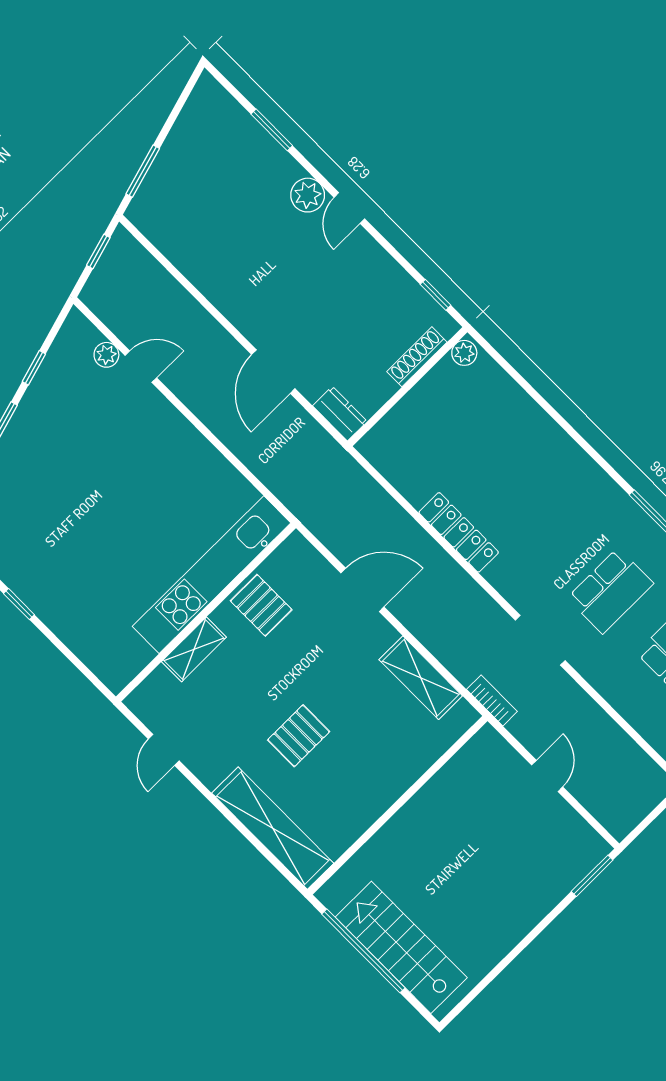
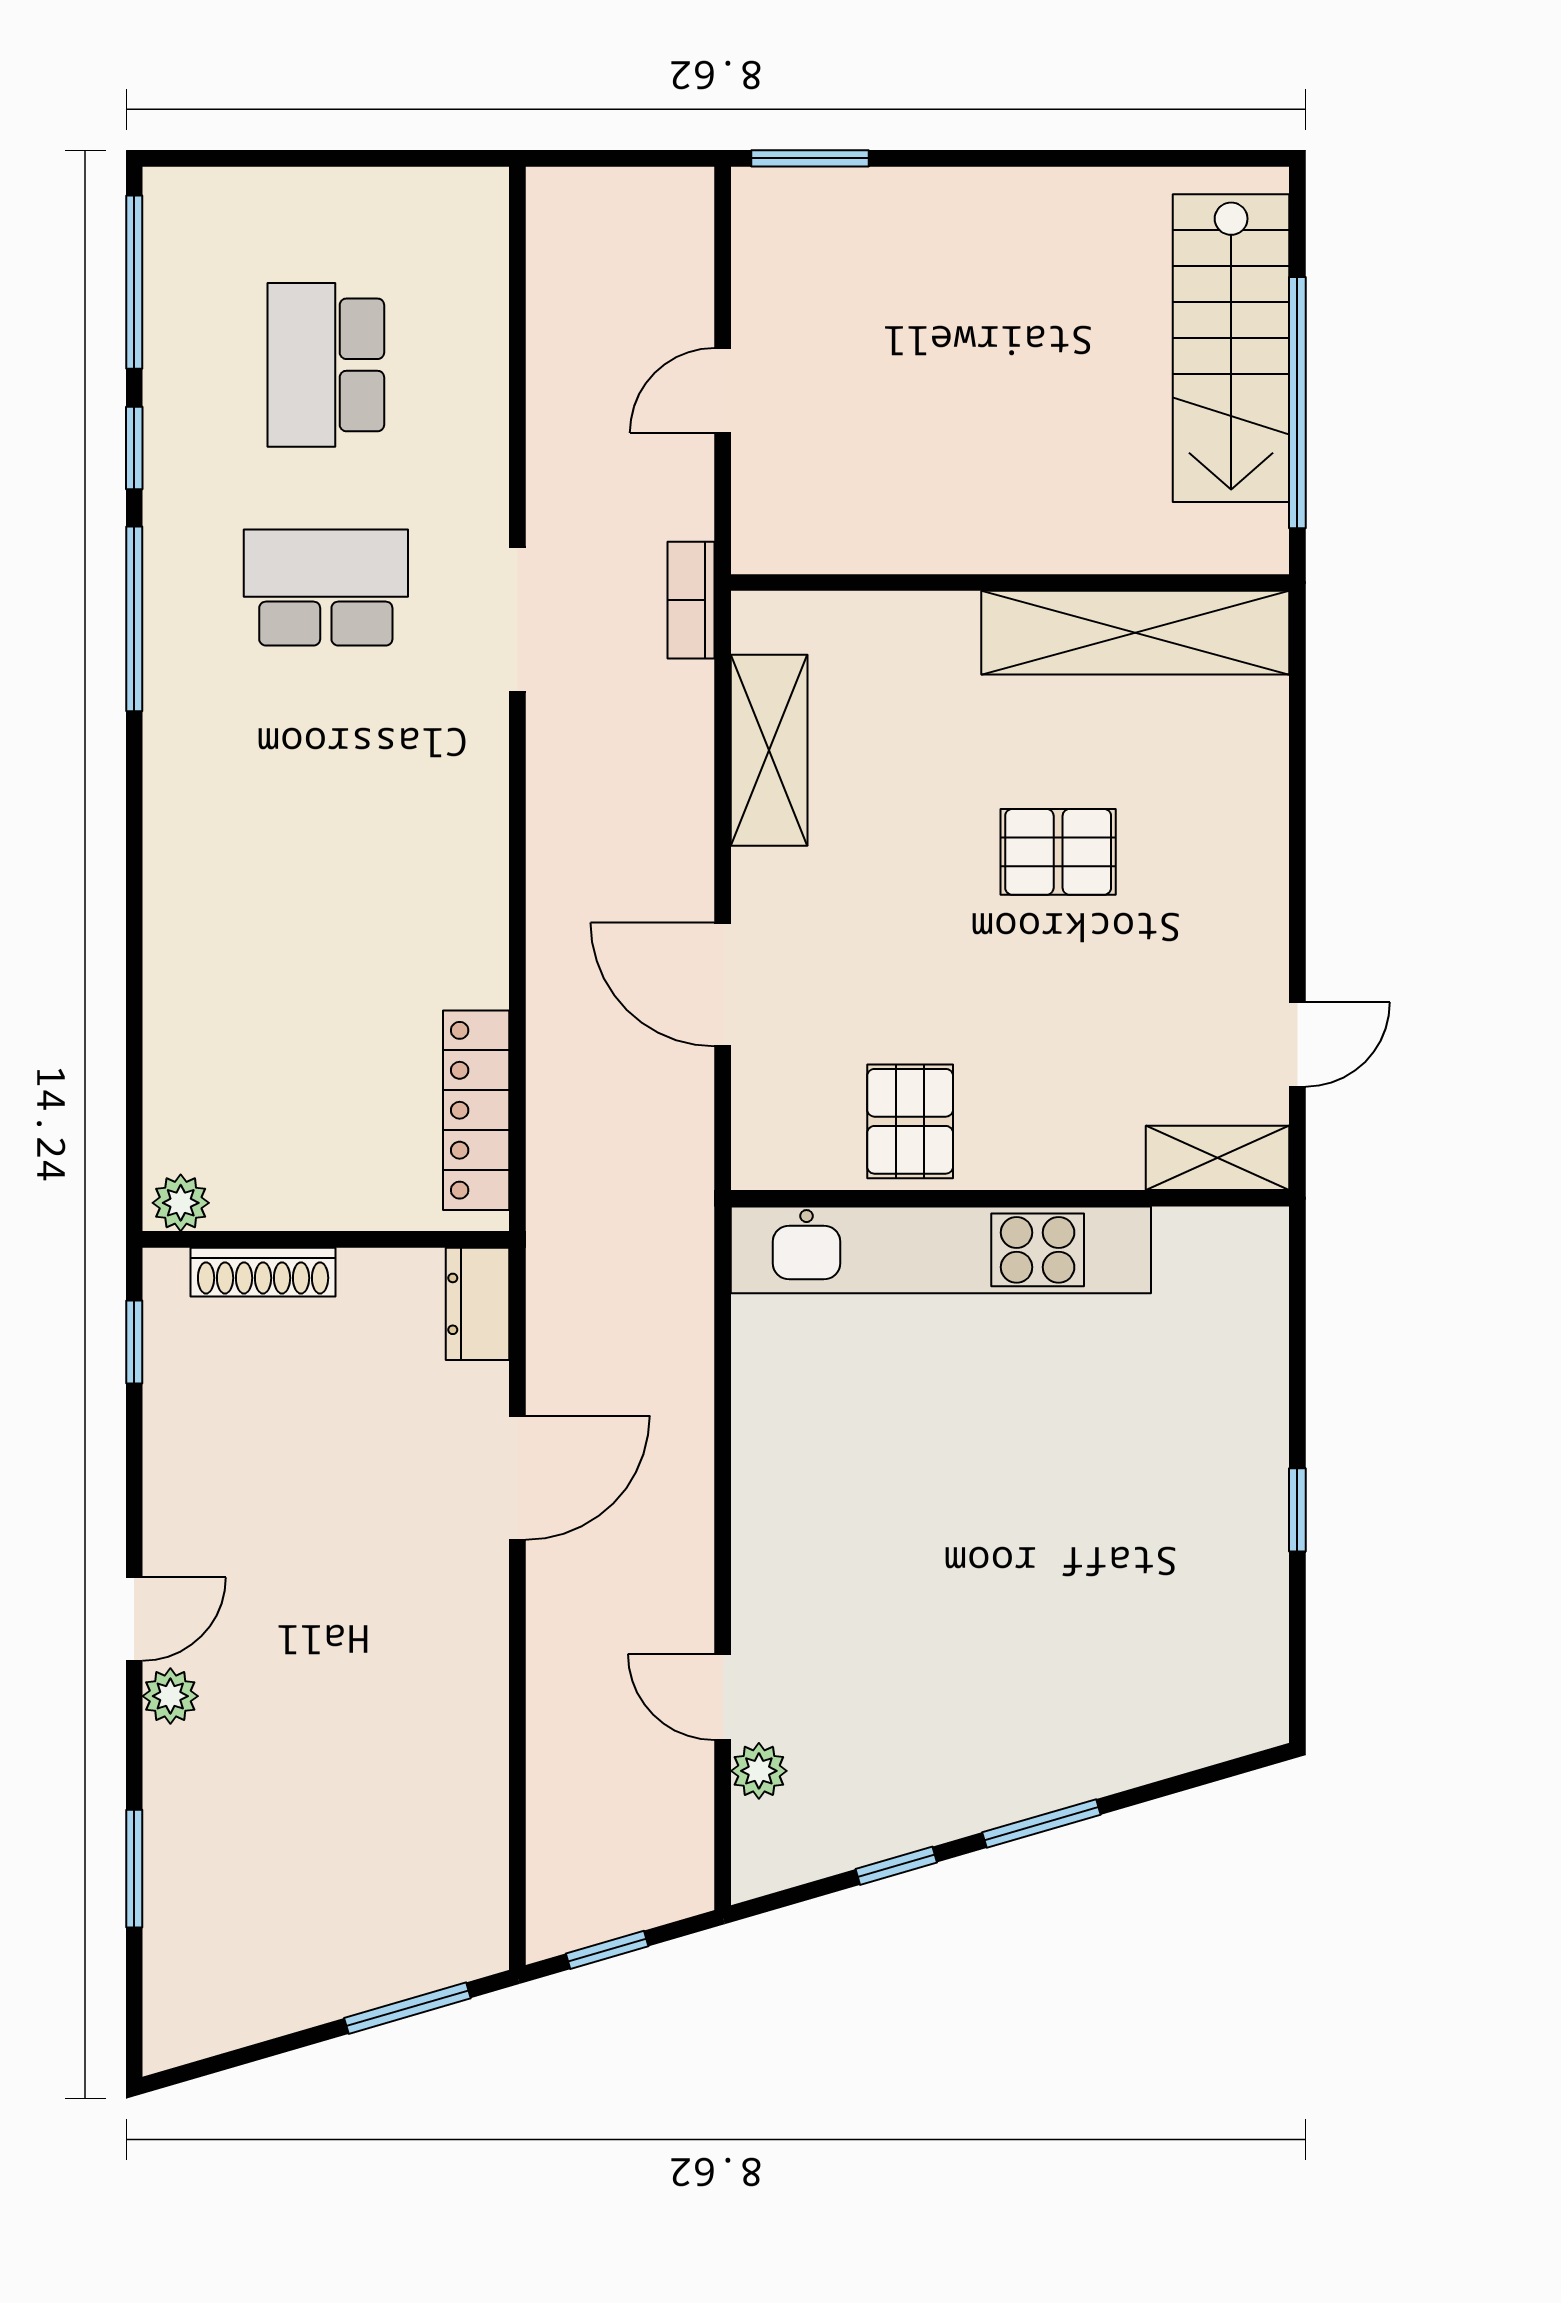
plant: (308, 195) -> (170, 1696), width x0.73, depth x0.73
locker: (459, 532) -> (476, 1110), moved
shelving: (194, 649) -> (1217, 1158), moved
shelving: (273, 828) -> (1135, 633), moved, turned 90

